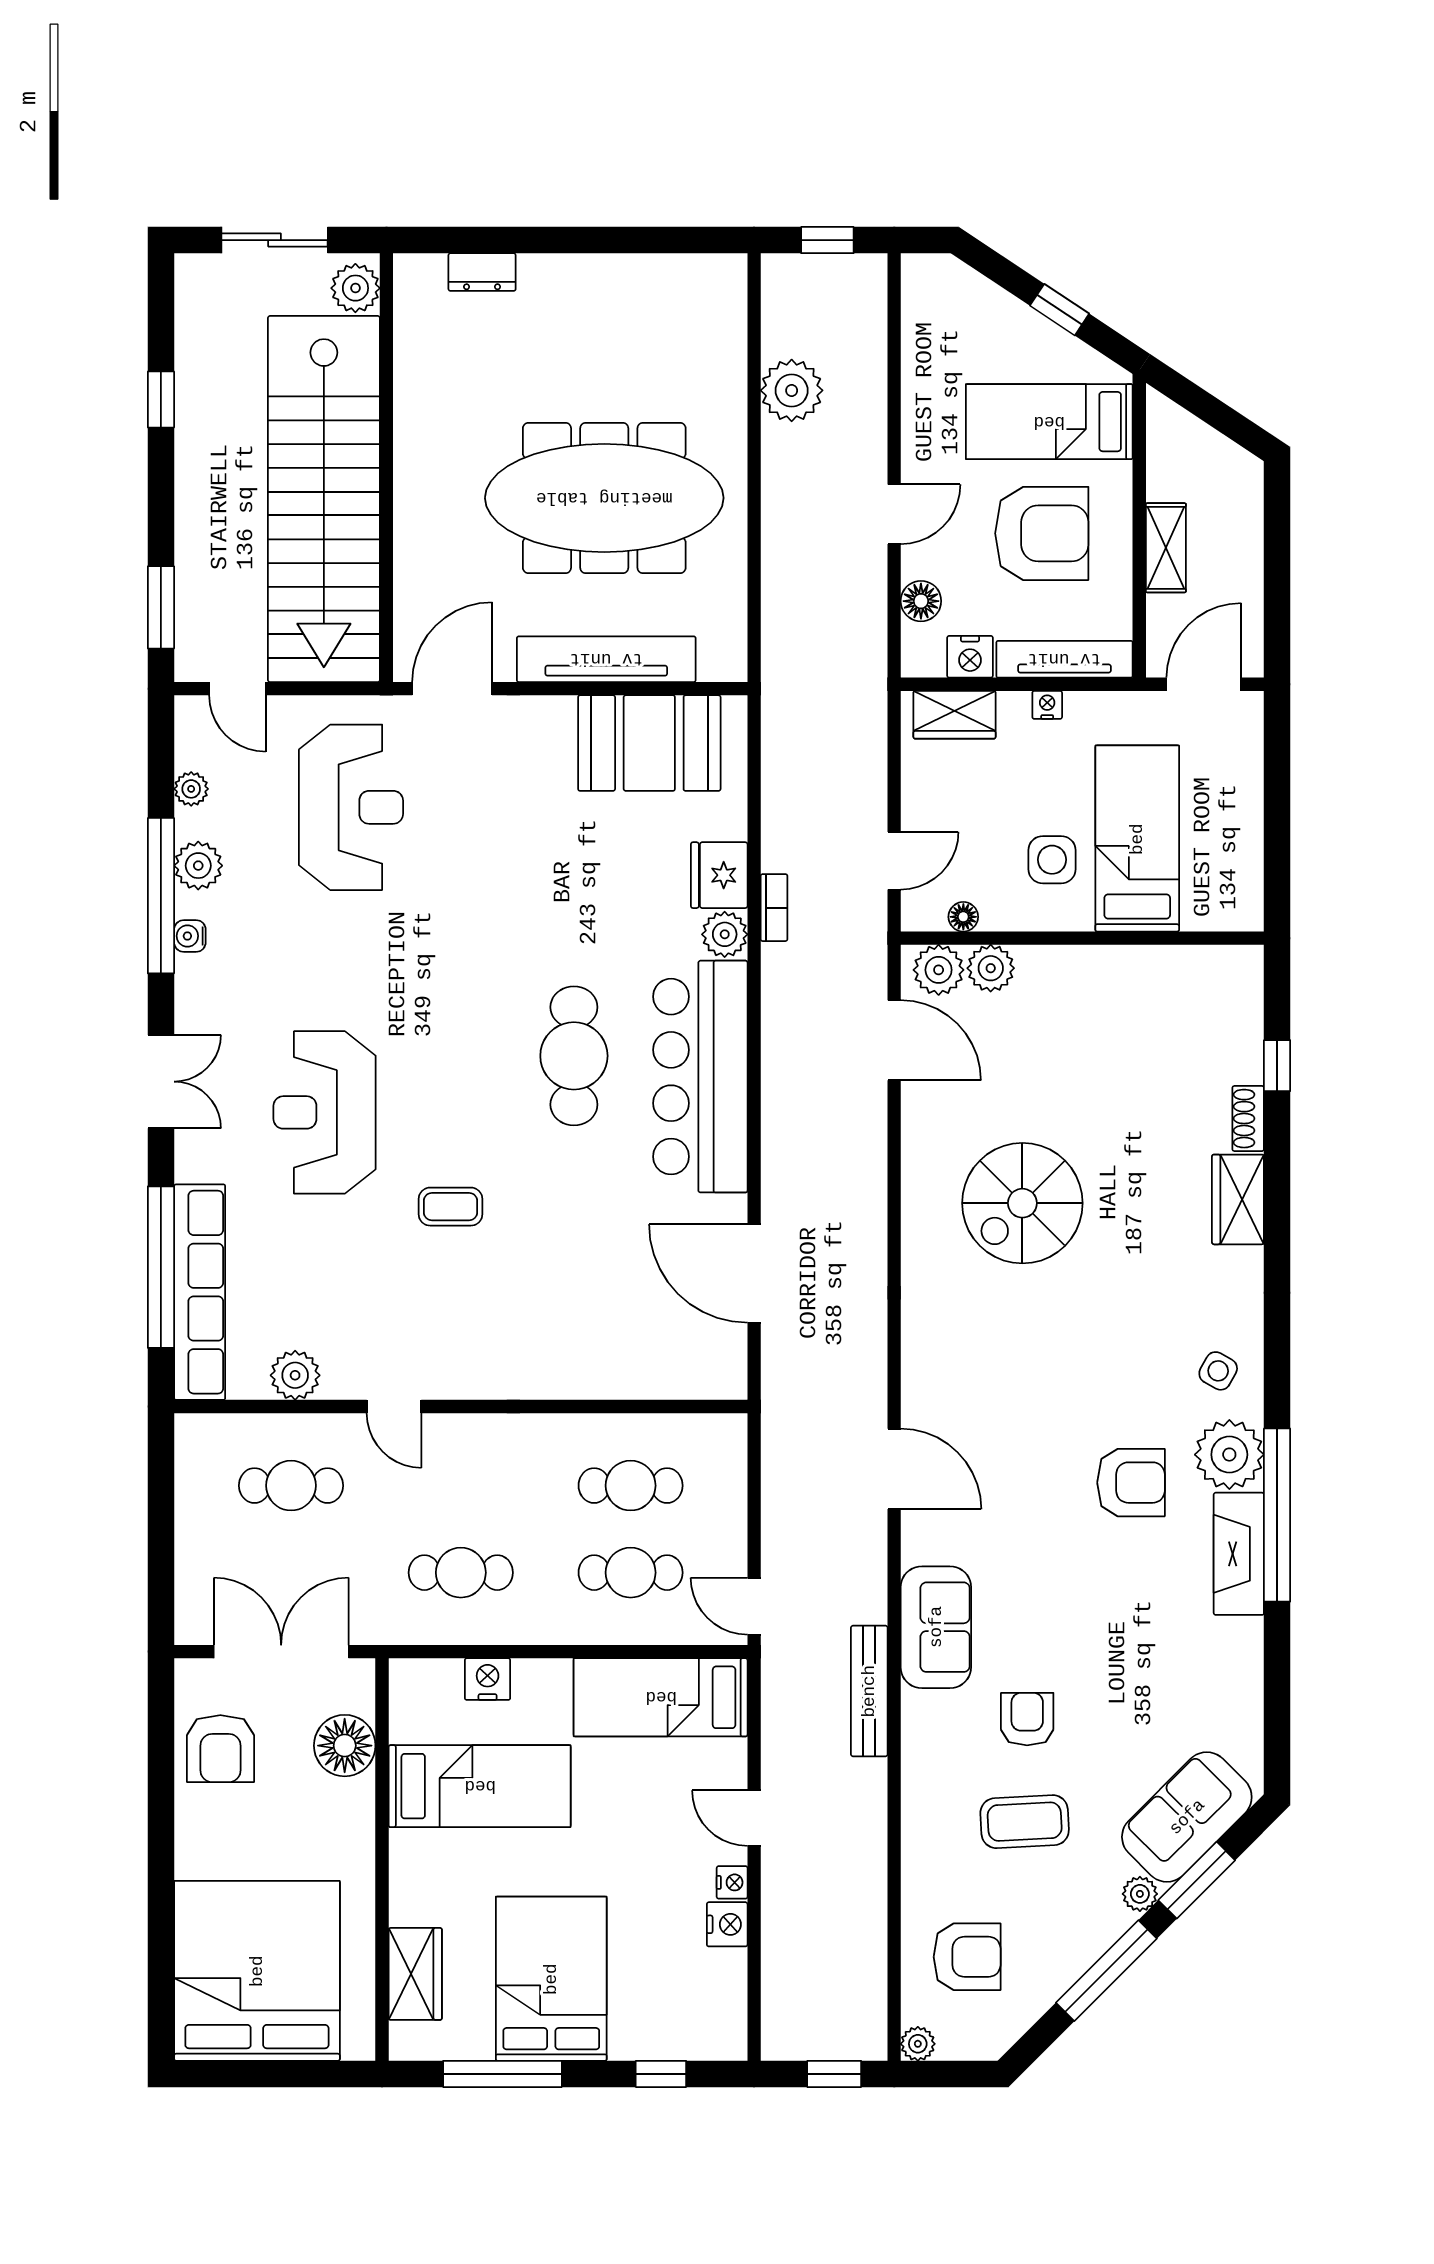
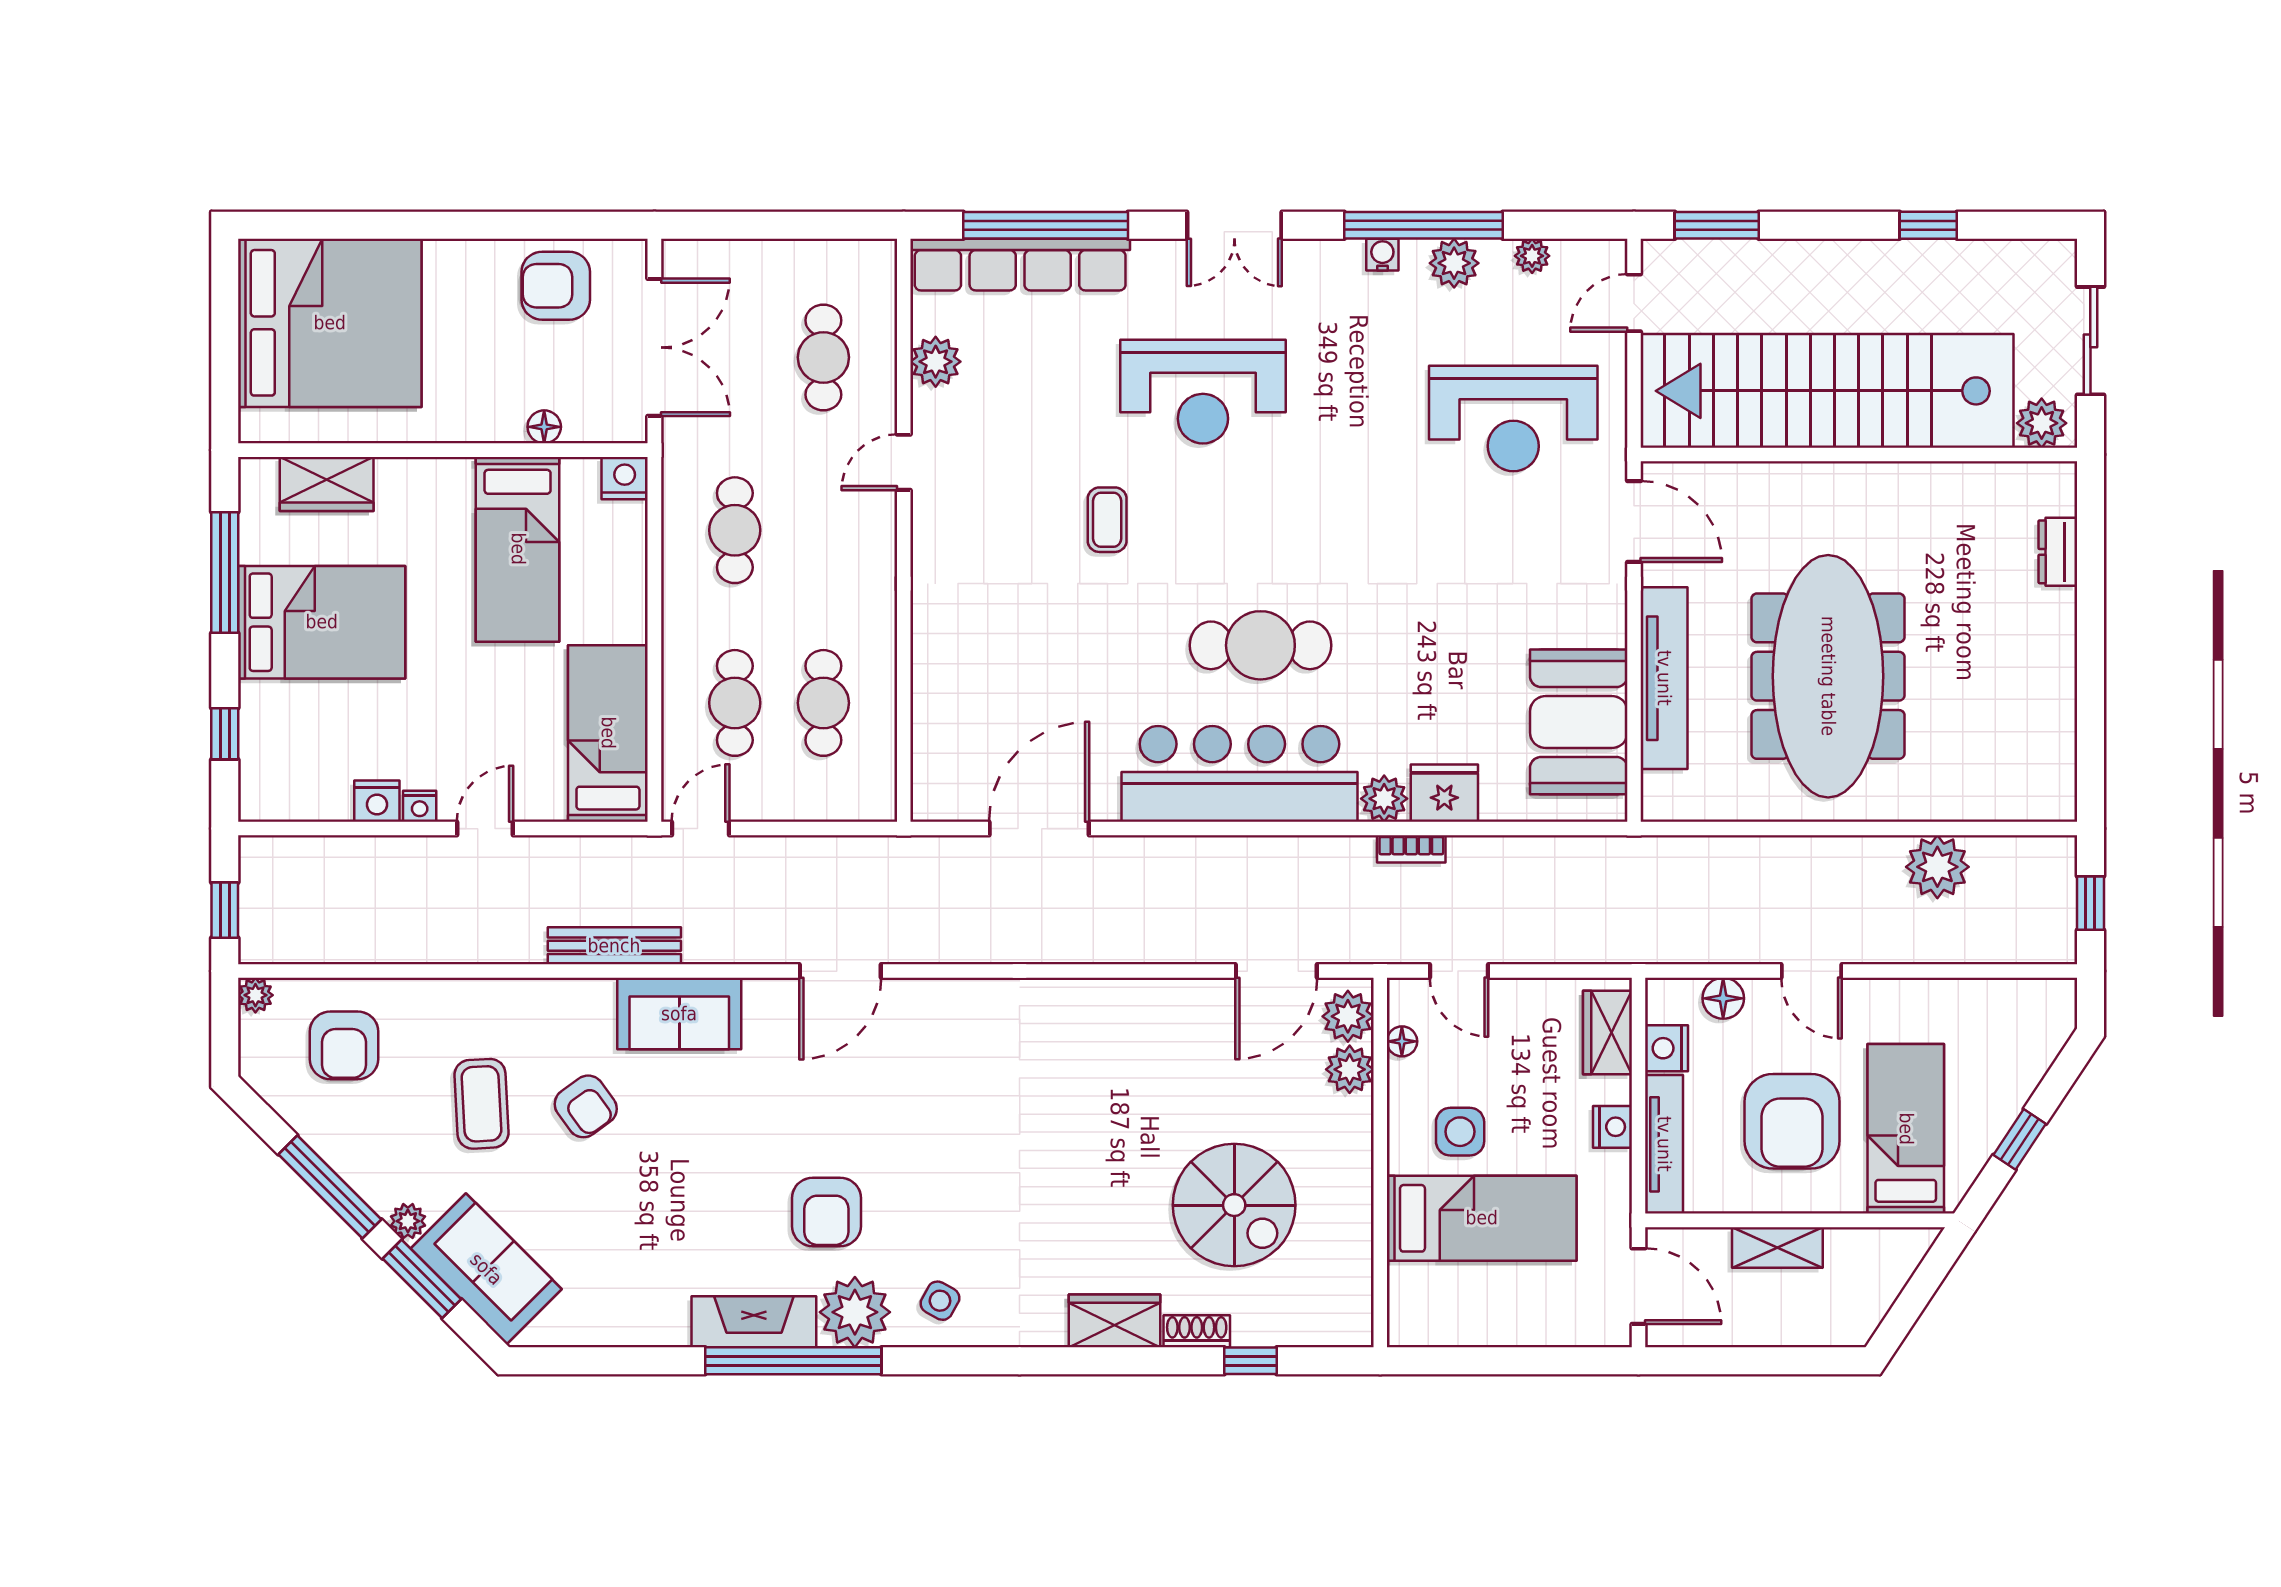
nightstand: (1047, 705) -> (1612, 1127), width x1.39, depth x1.35
reception desk: (325, 1112) -> (1203, 392), turned 180
spiral stairs: (1022, 1203) -> (1234, 1205), moved, turned 180
nightstand: (488, 1679) -> (625, 478), moved, turned -90
armchair: (1027, 1719) -> (586, 1106), turned 54
floor lamp: (345, 1746) -> (544, 427), width x0.53, depth x0.53

